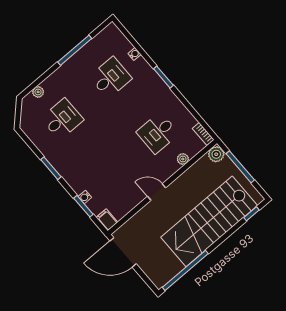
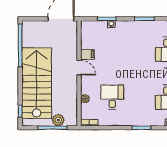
plant: (216, 154) -> (58, 120), moved
door: (157, 192) -> (79, 68), hinge flipped
filing cabinet: (107, 220) -> (87, 54), moved

